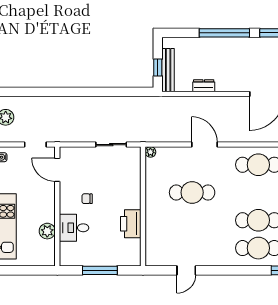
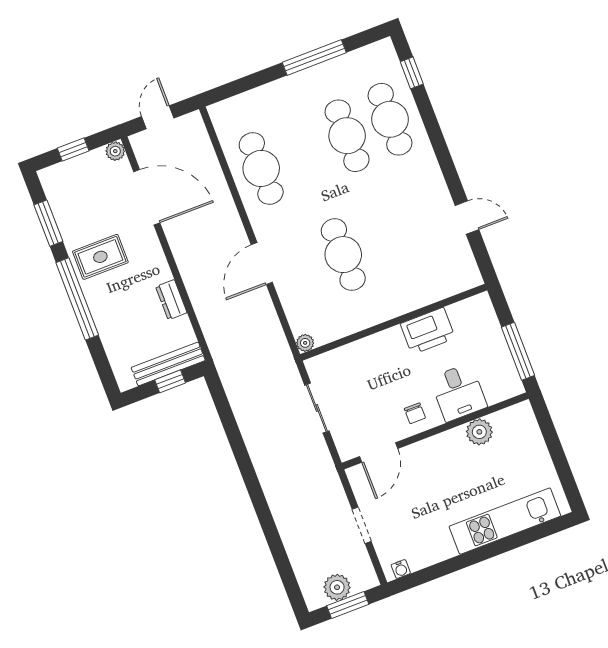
rug: (243, 55) -> (100, 257), added
door: (57, 170) -> (379, 452), moved
wall: (57, 206) -> (435, 431), moved
desk: (74, 228) -> (458, 392), moved
plant: (47, 231) -> (479, 432), moved

